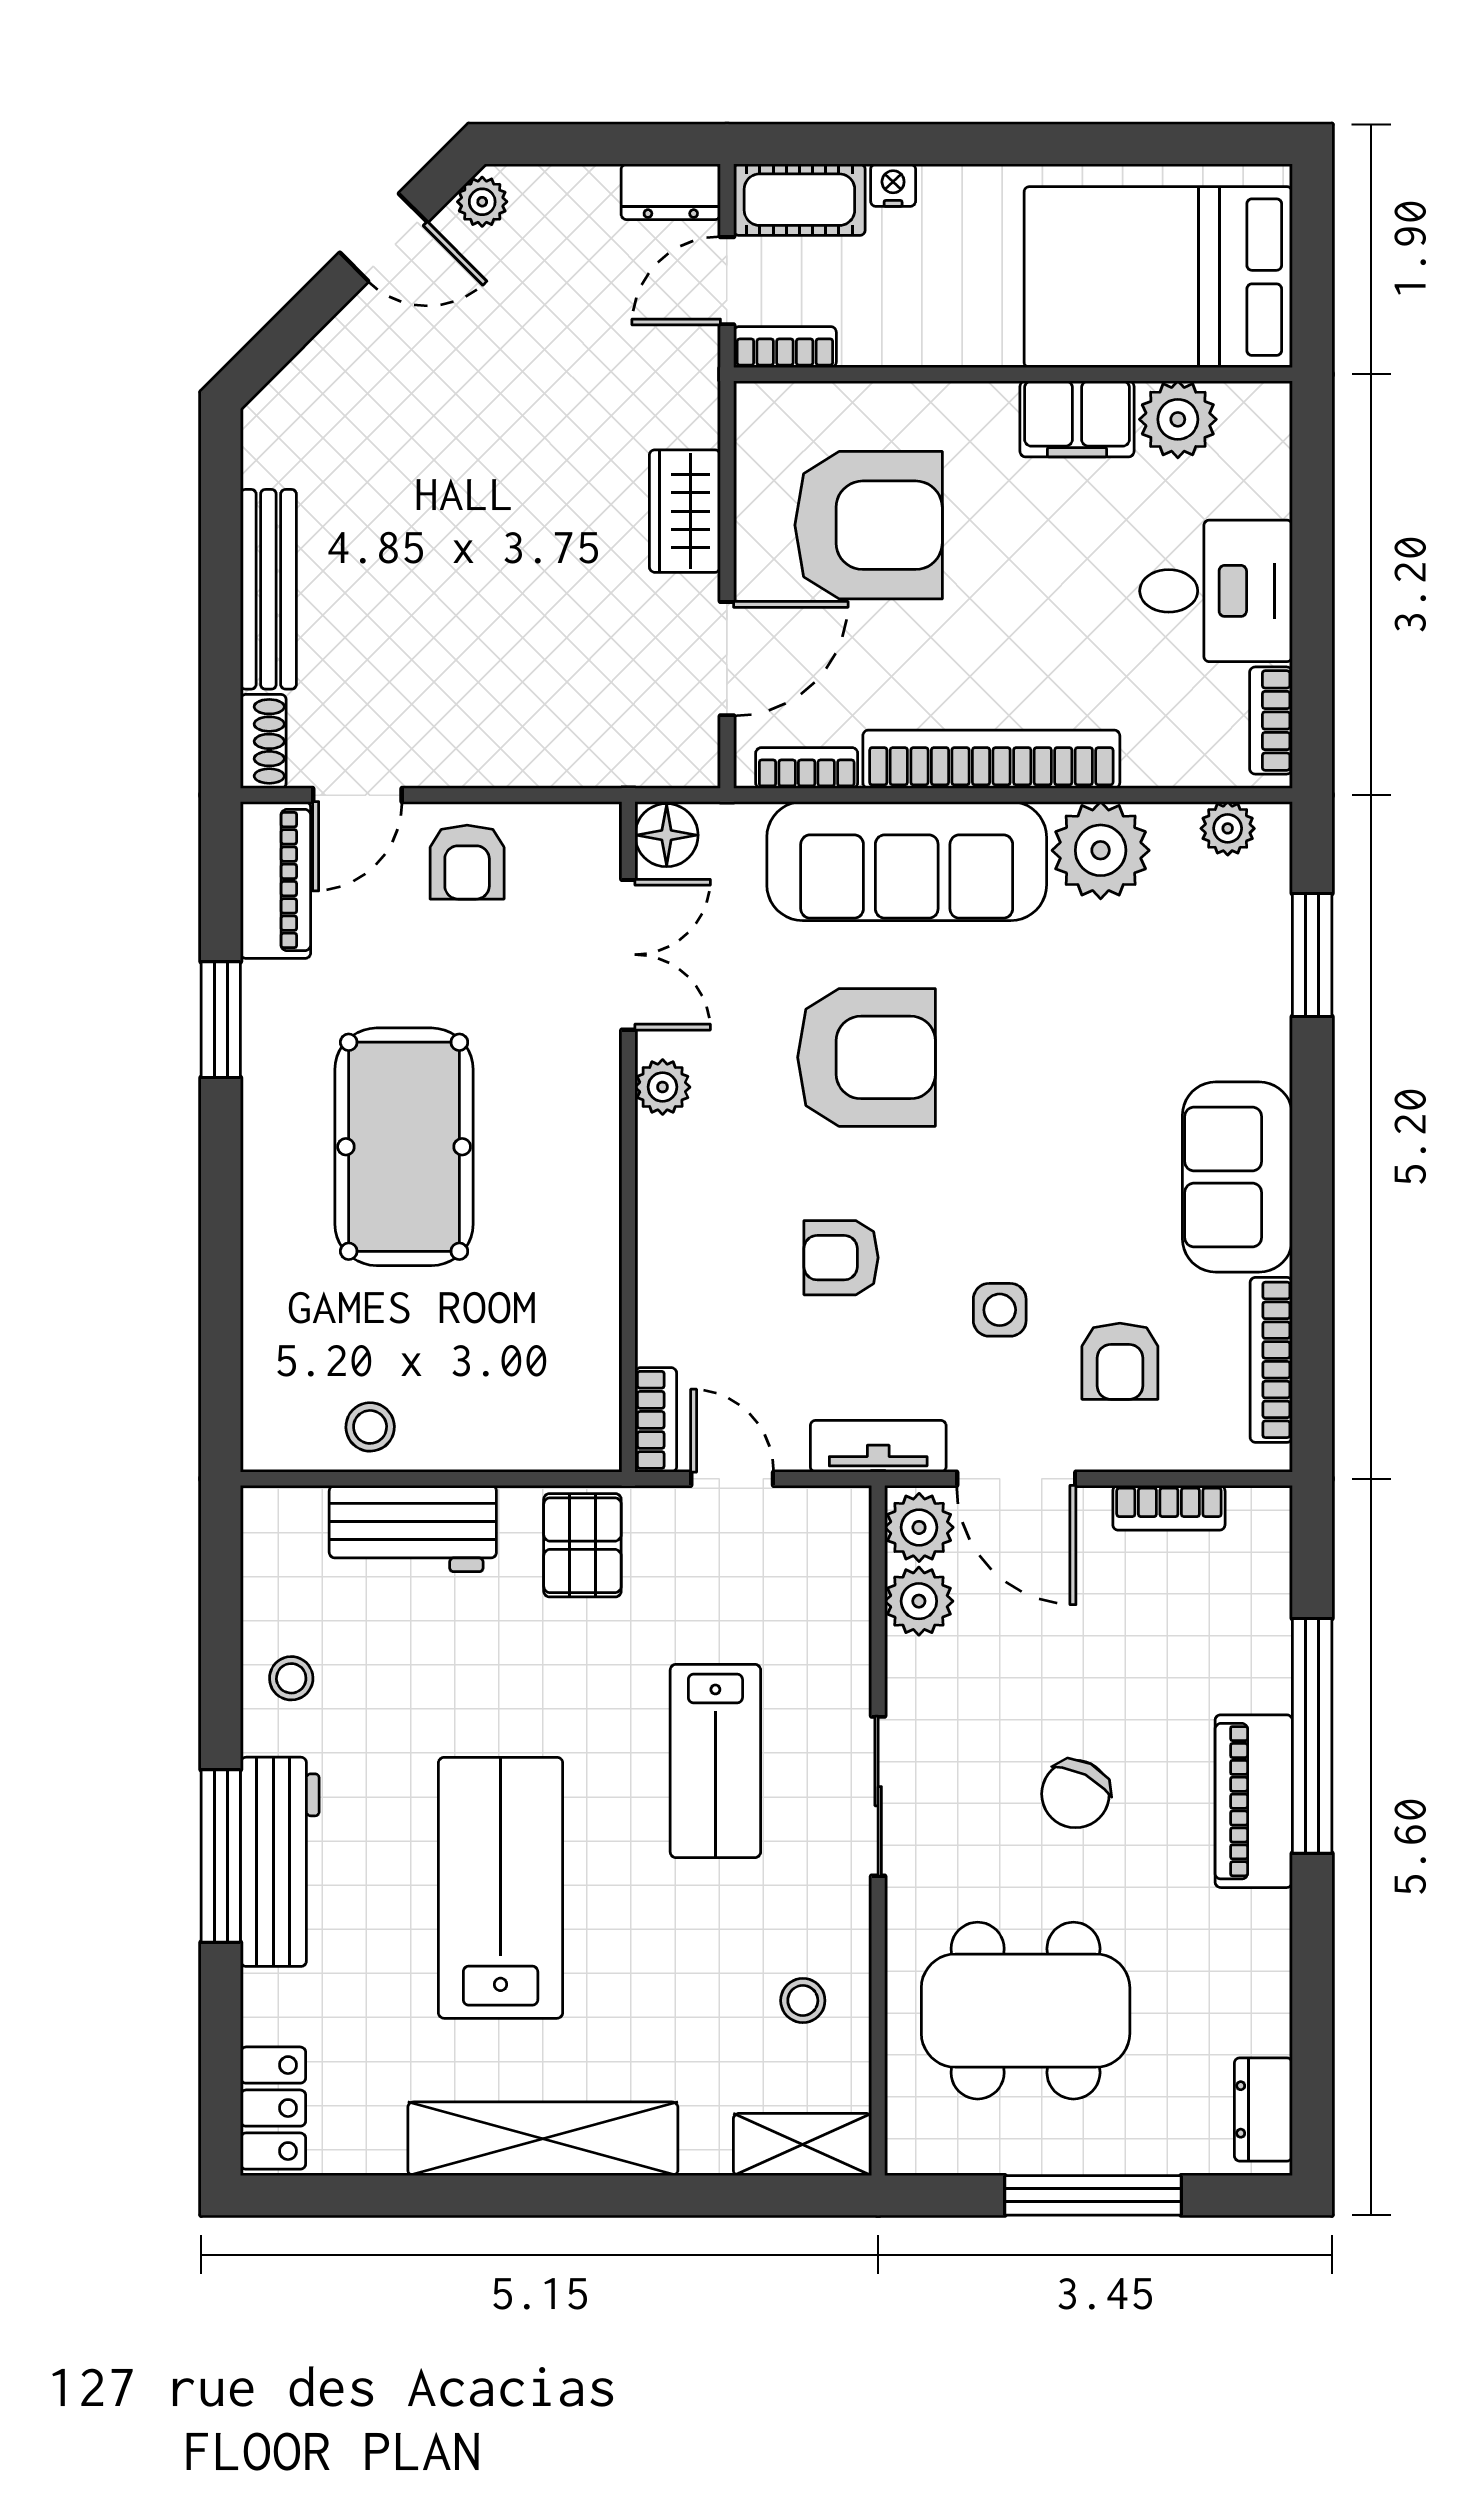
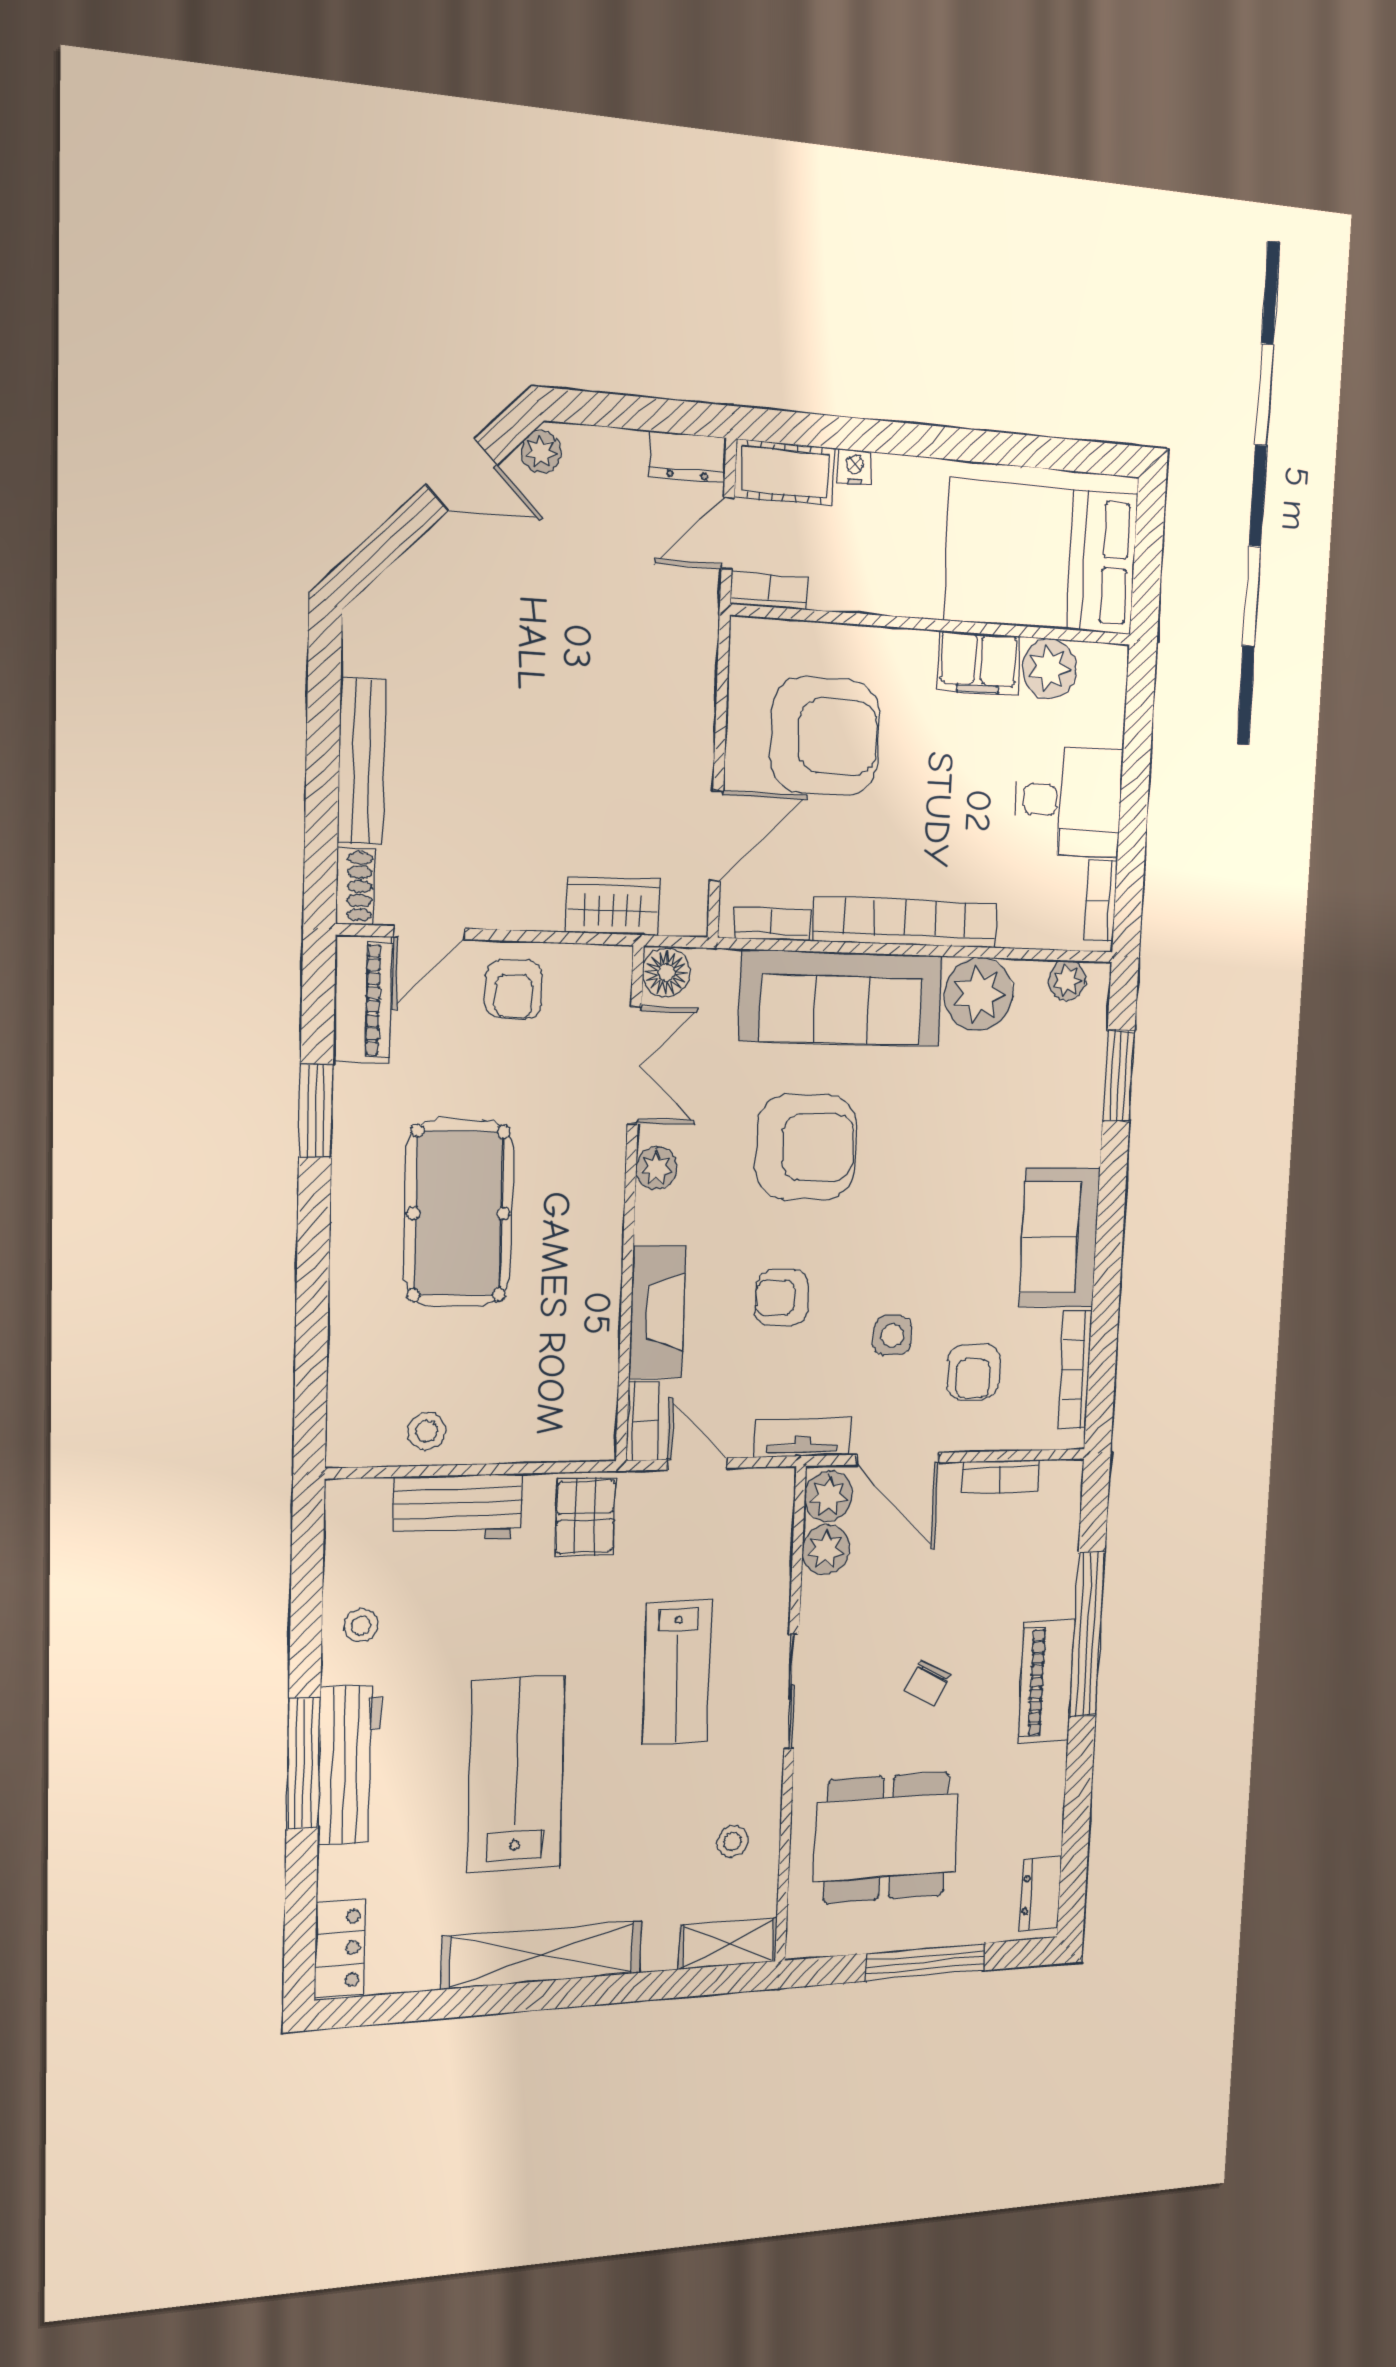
wardrobe: (685, 511) -> (613, 906), moved, turned 90
fireplace: (671, 1276) -> (657, 1312), added
chair: (1075, 1794) -> (927, 1683), width x0.73, depth x0.73

